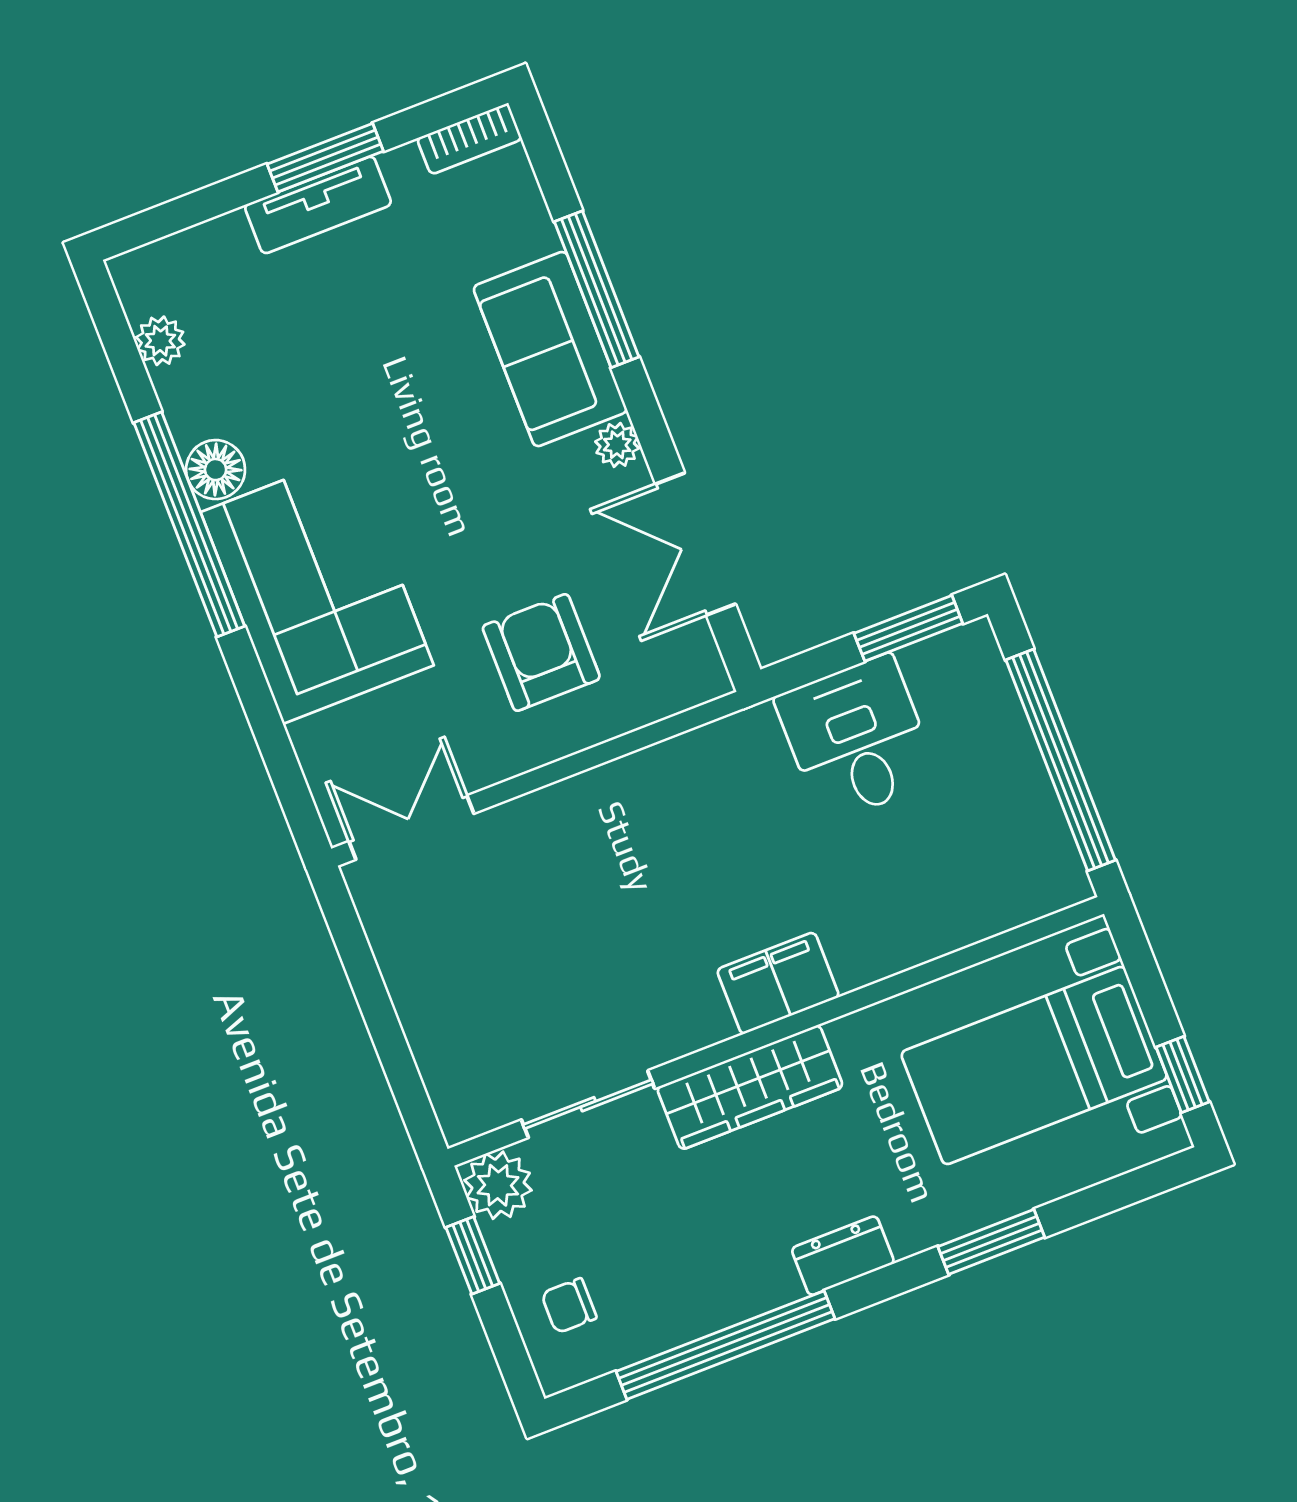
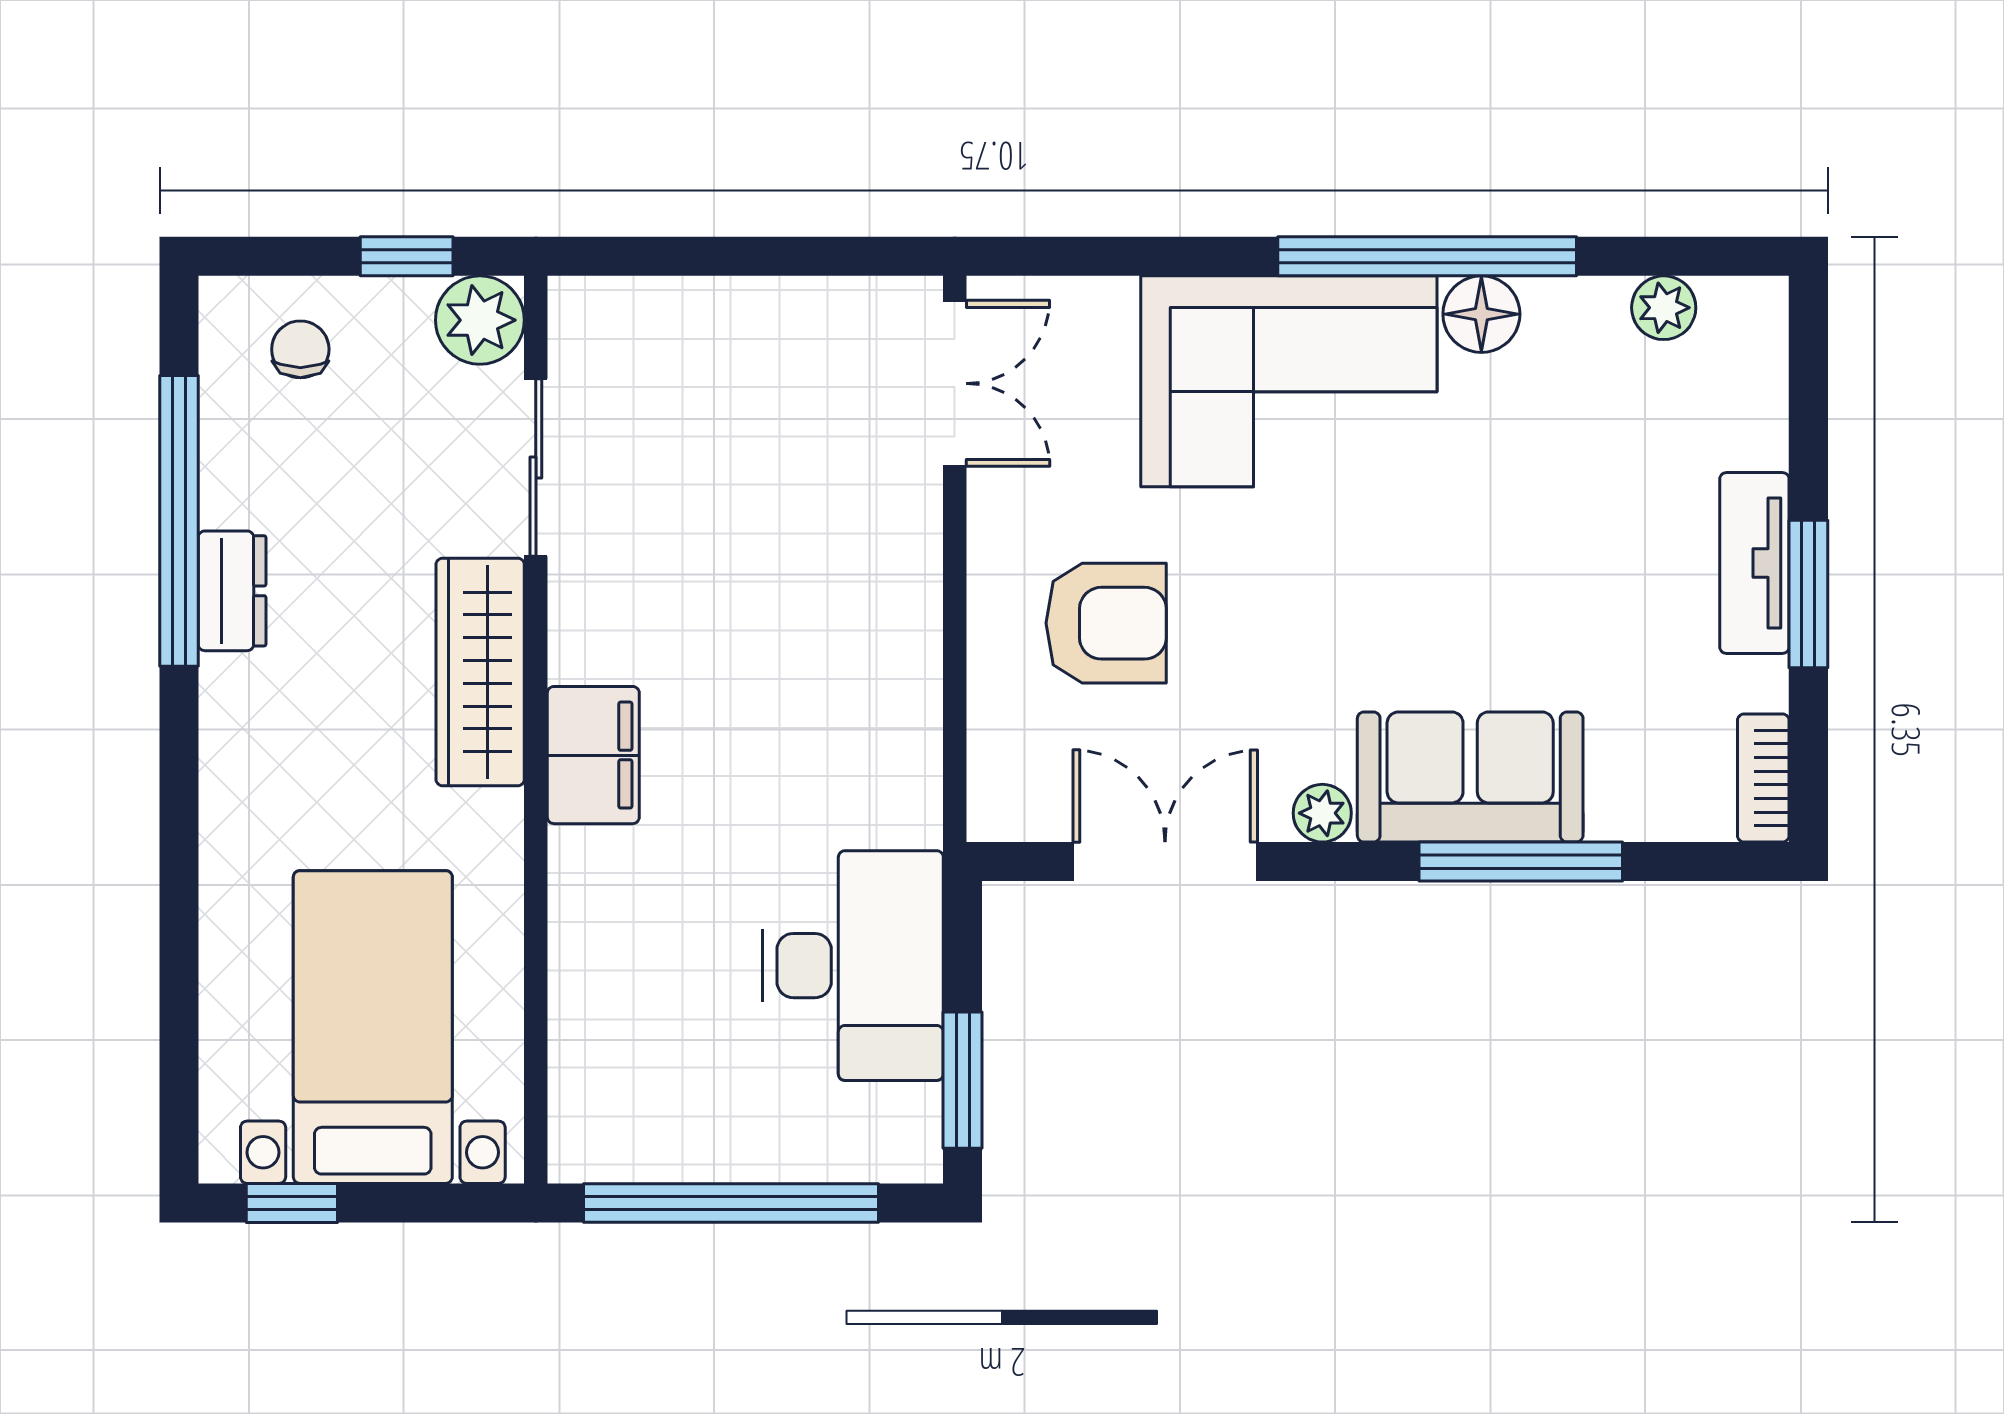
desk: (857, 739) -> (853, 966), width x1.37
window: (991, 1242) -> (179, 892), removed
dresser: (843, 1256) -> (232, 591), moved

